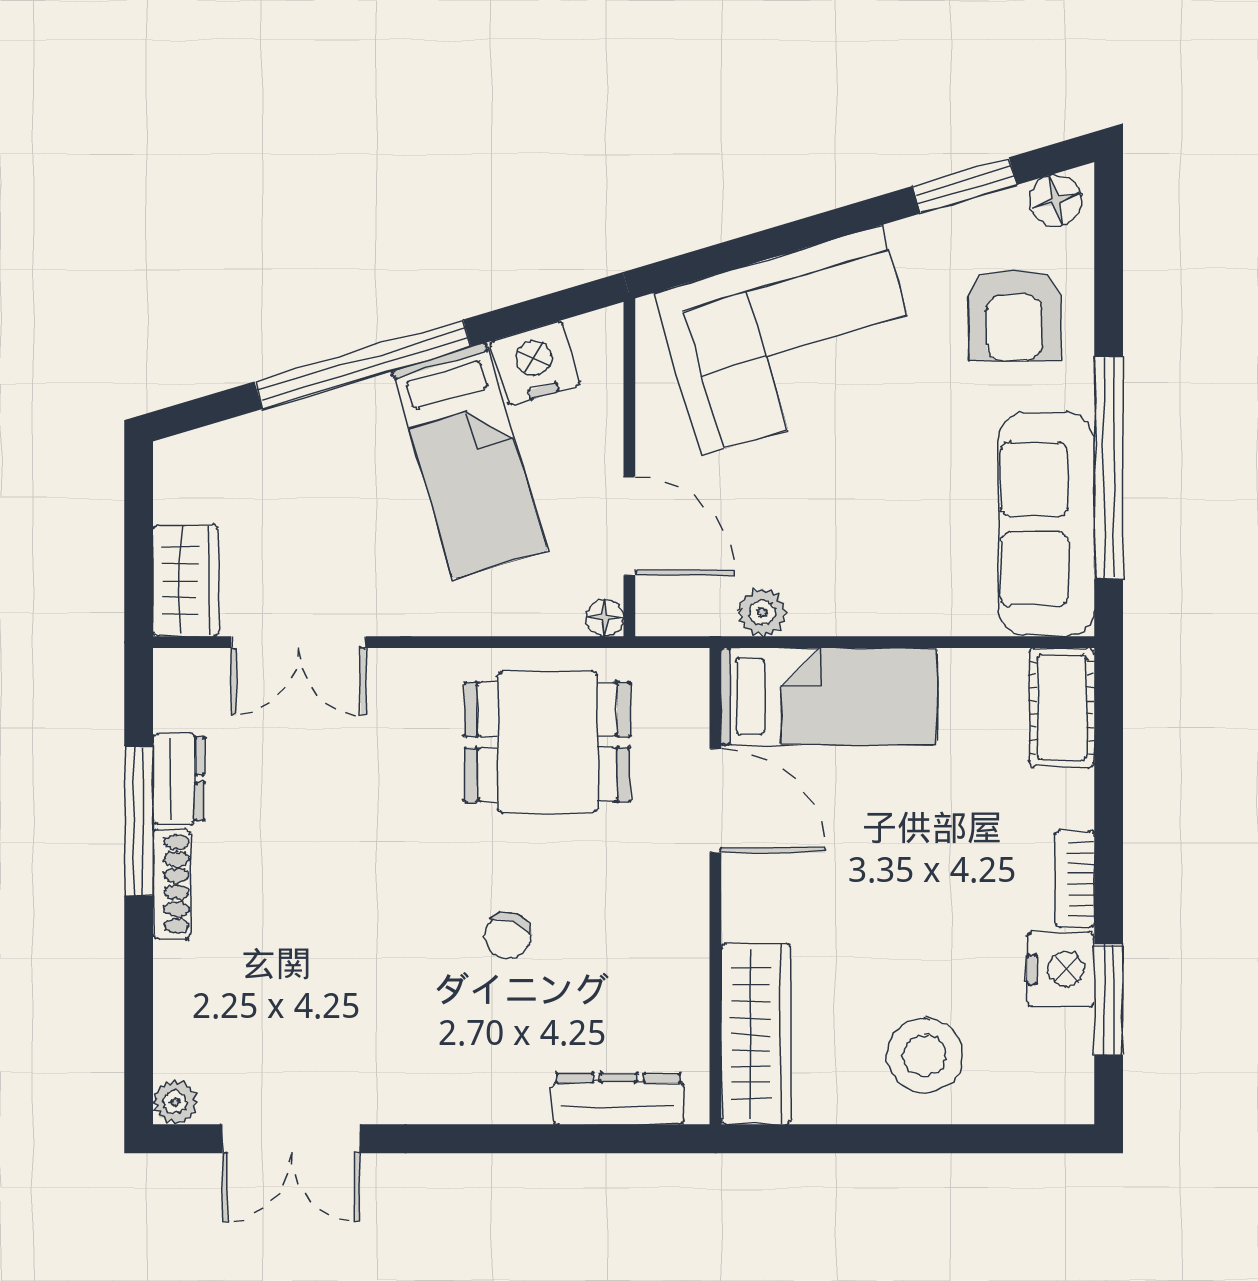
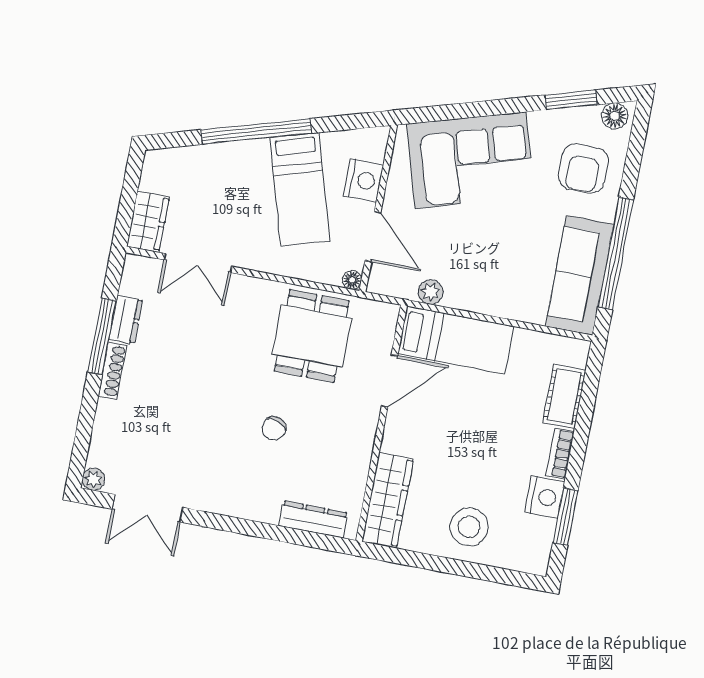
nightstand: (535, 363) -> (363, 180), moved, turned 107
cot: (1062, 707) -> (564, 396), moved
dining table: (547, 742) -> (312, 336), turned 90
door: (715, 801) -> (390, 381), hinge flipped

